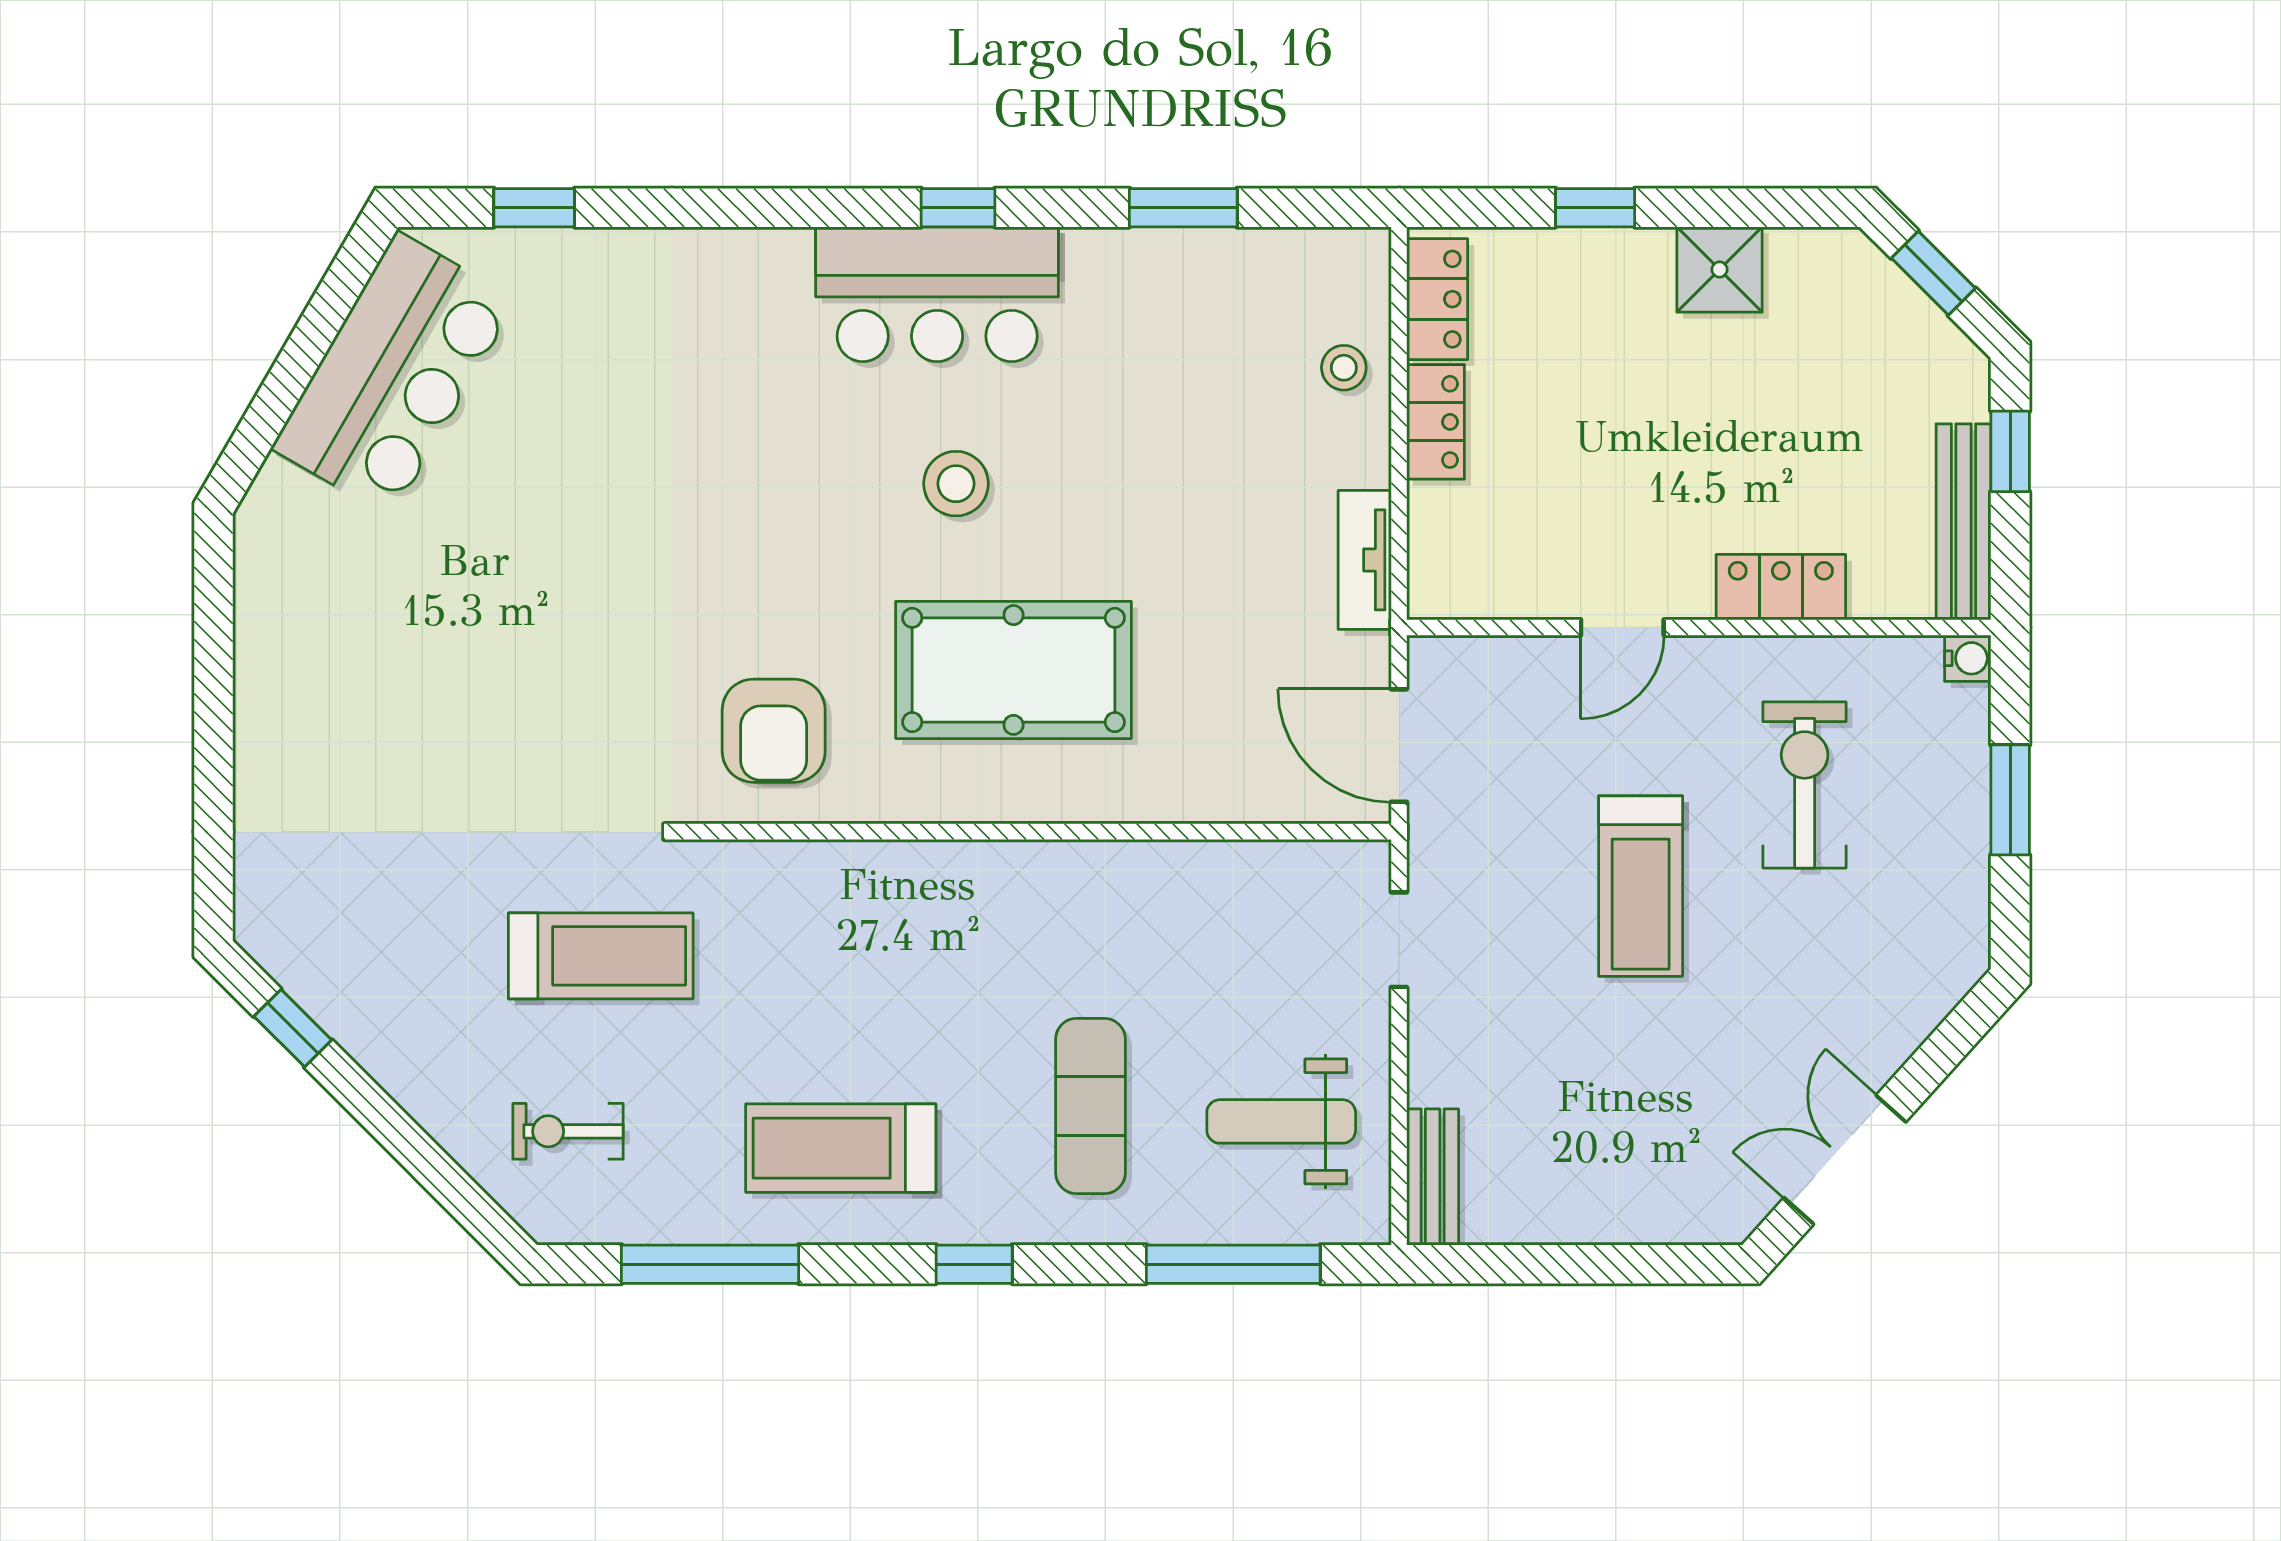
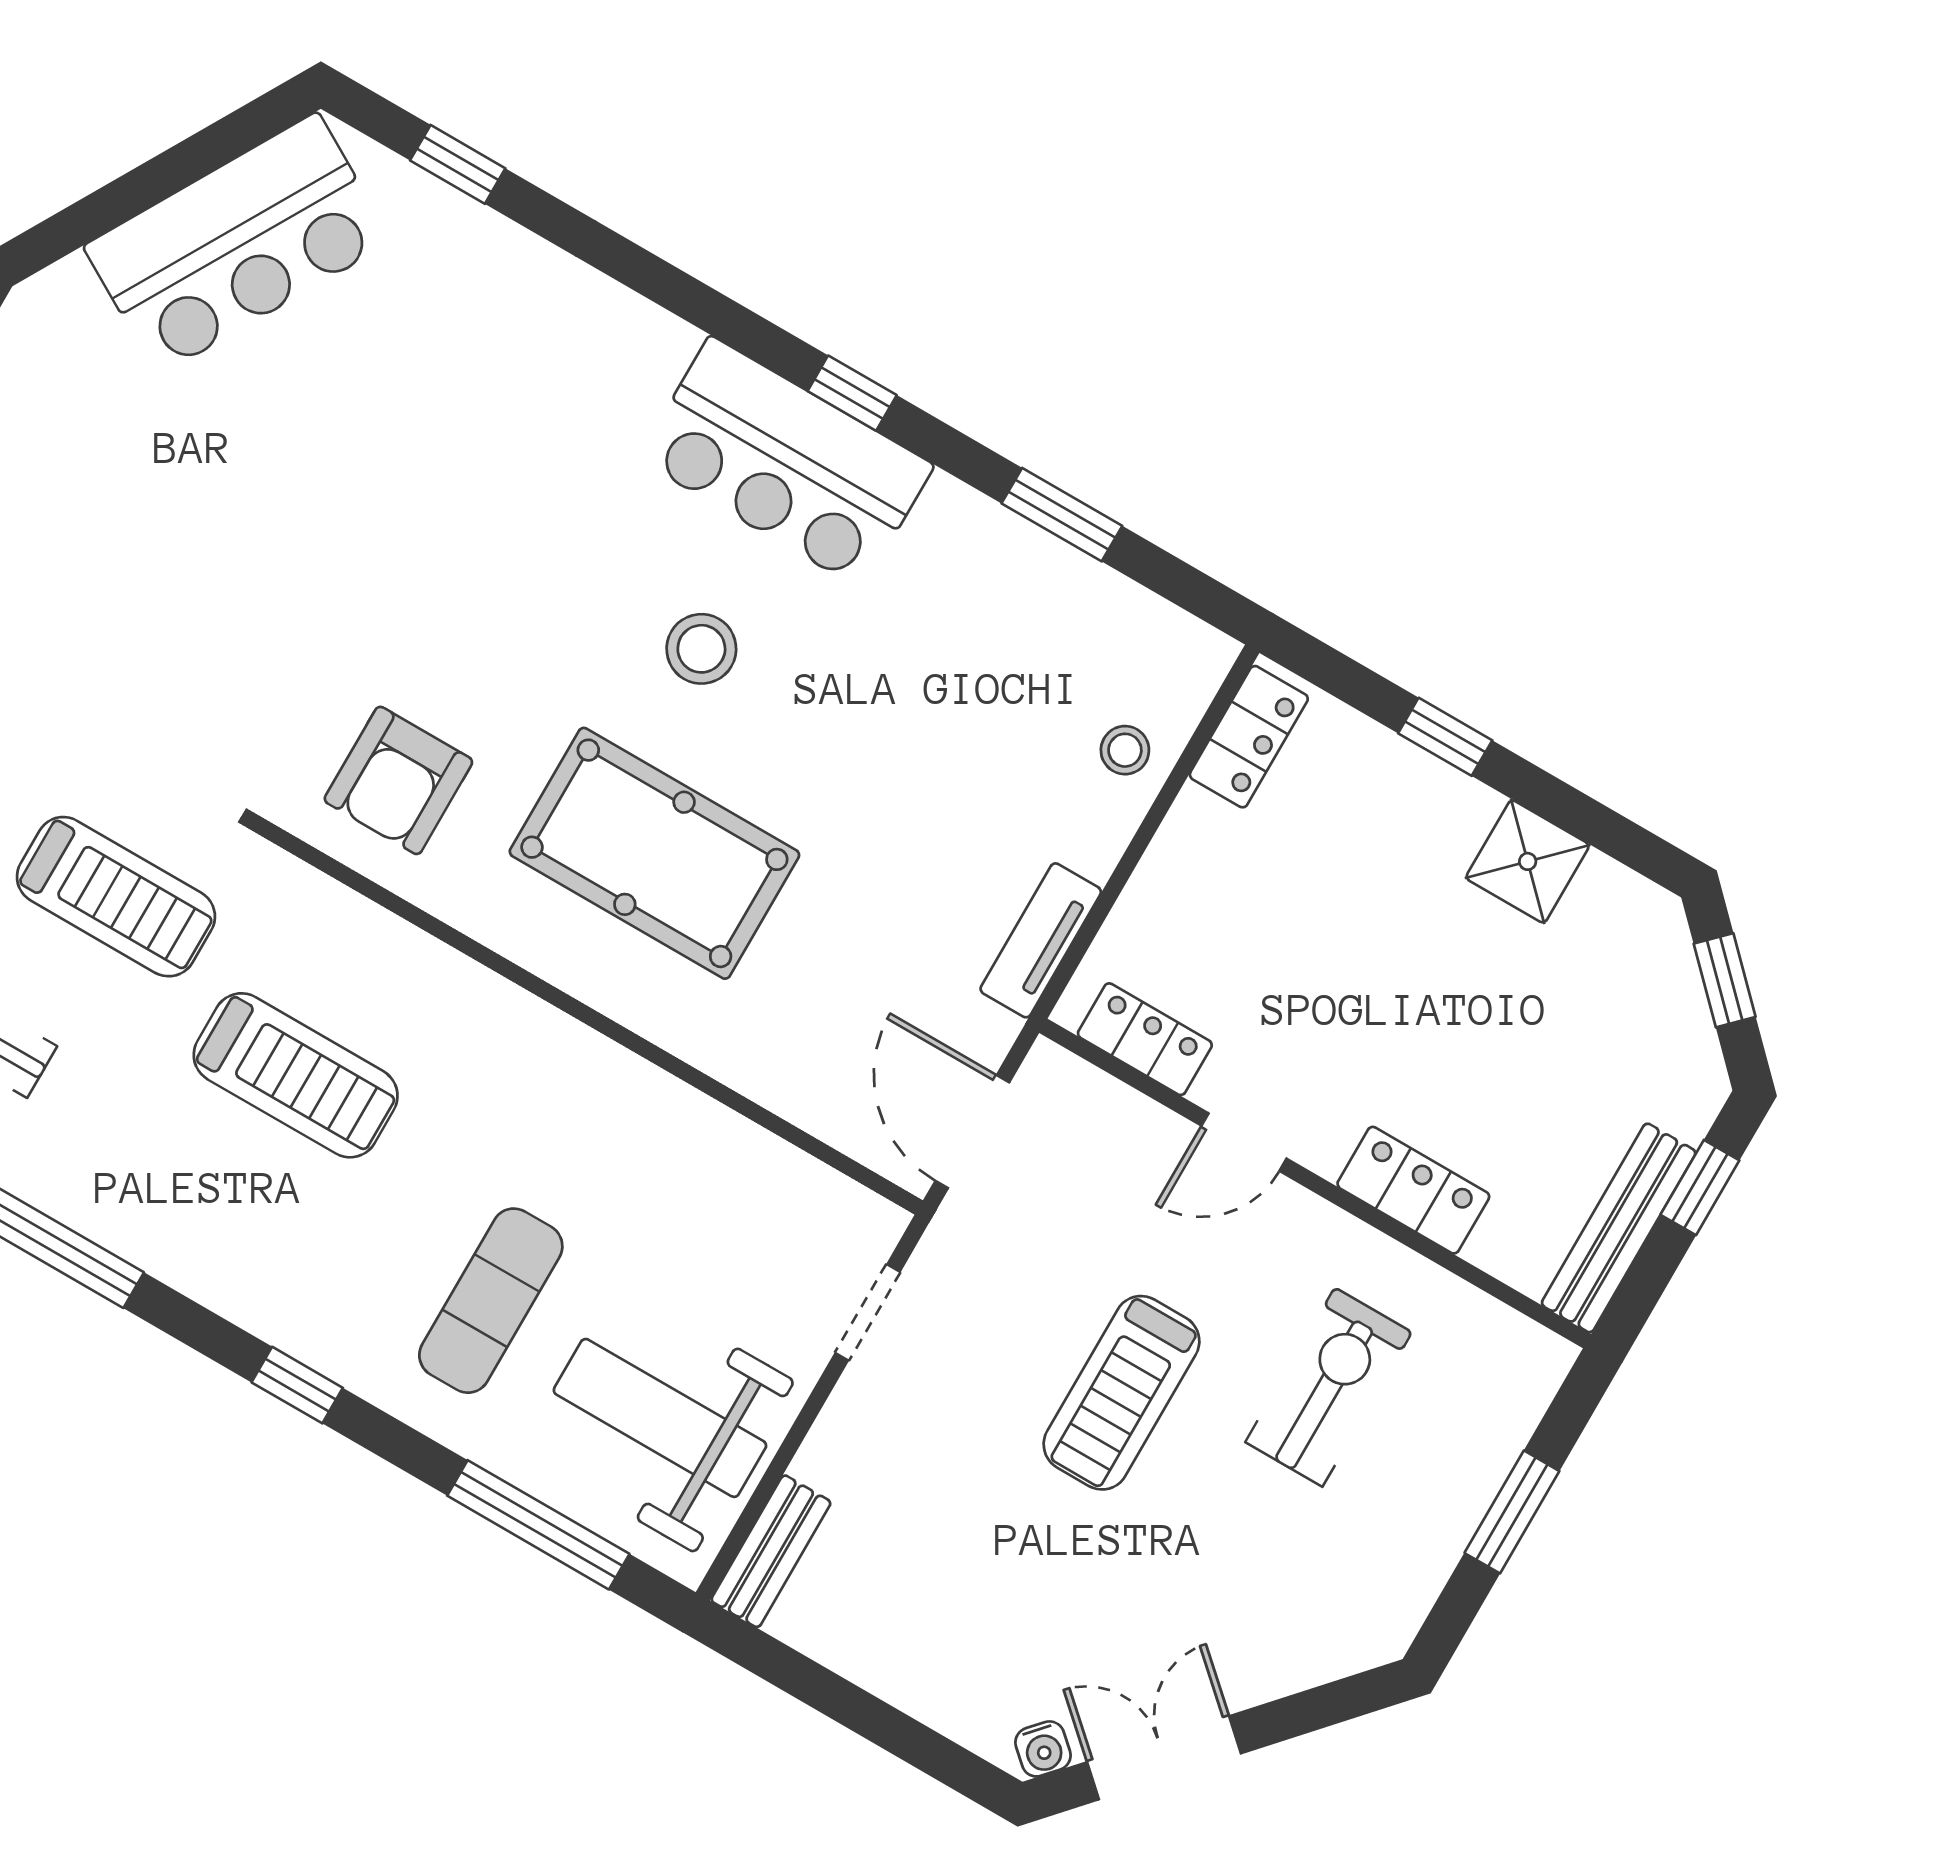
locker: (1436, 422) -> (1145, 1039), moved, turned -90
water cooler: (1968, 658) -> (1043, 1749), moved, turned 42
weight bench: (1281, 1121) -> (660, 1418), width x1.36, depth x1.33
treadmill: (841, 1148) -> (296, 1075), moved, turned 180

